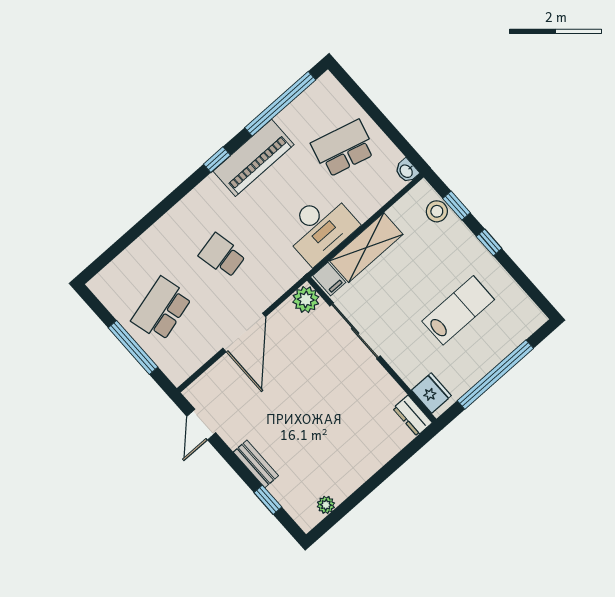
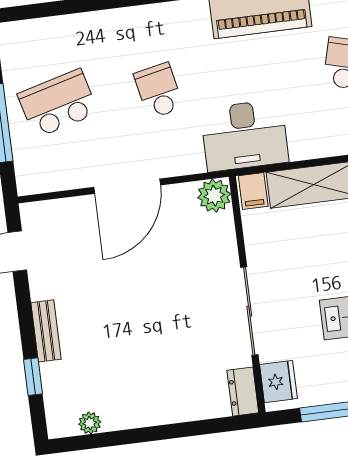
desk: (320, 228) -> (245, 135), moved
sliding door: (355, 331) -> (249, 311), moved

